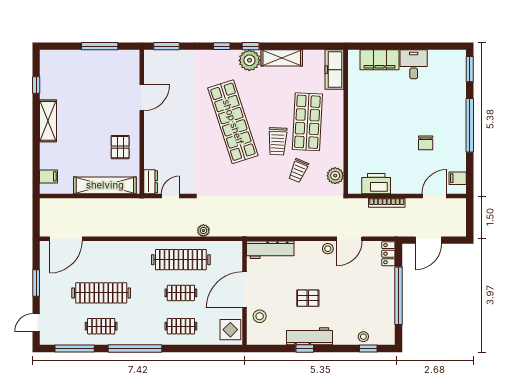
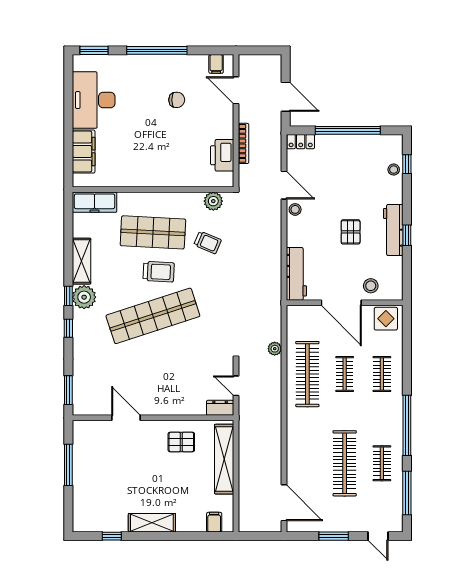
desk: (414, 64) -> (94, 100), width x1.87, depth x1.30
trolley: (278, 141) -> (159, 272), moved

